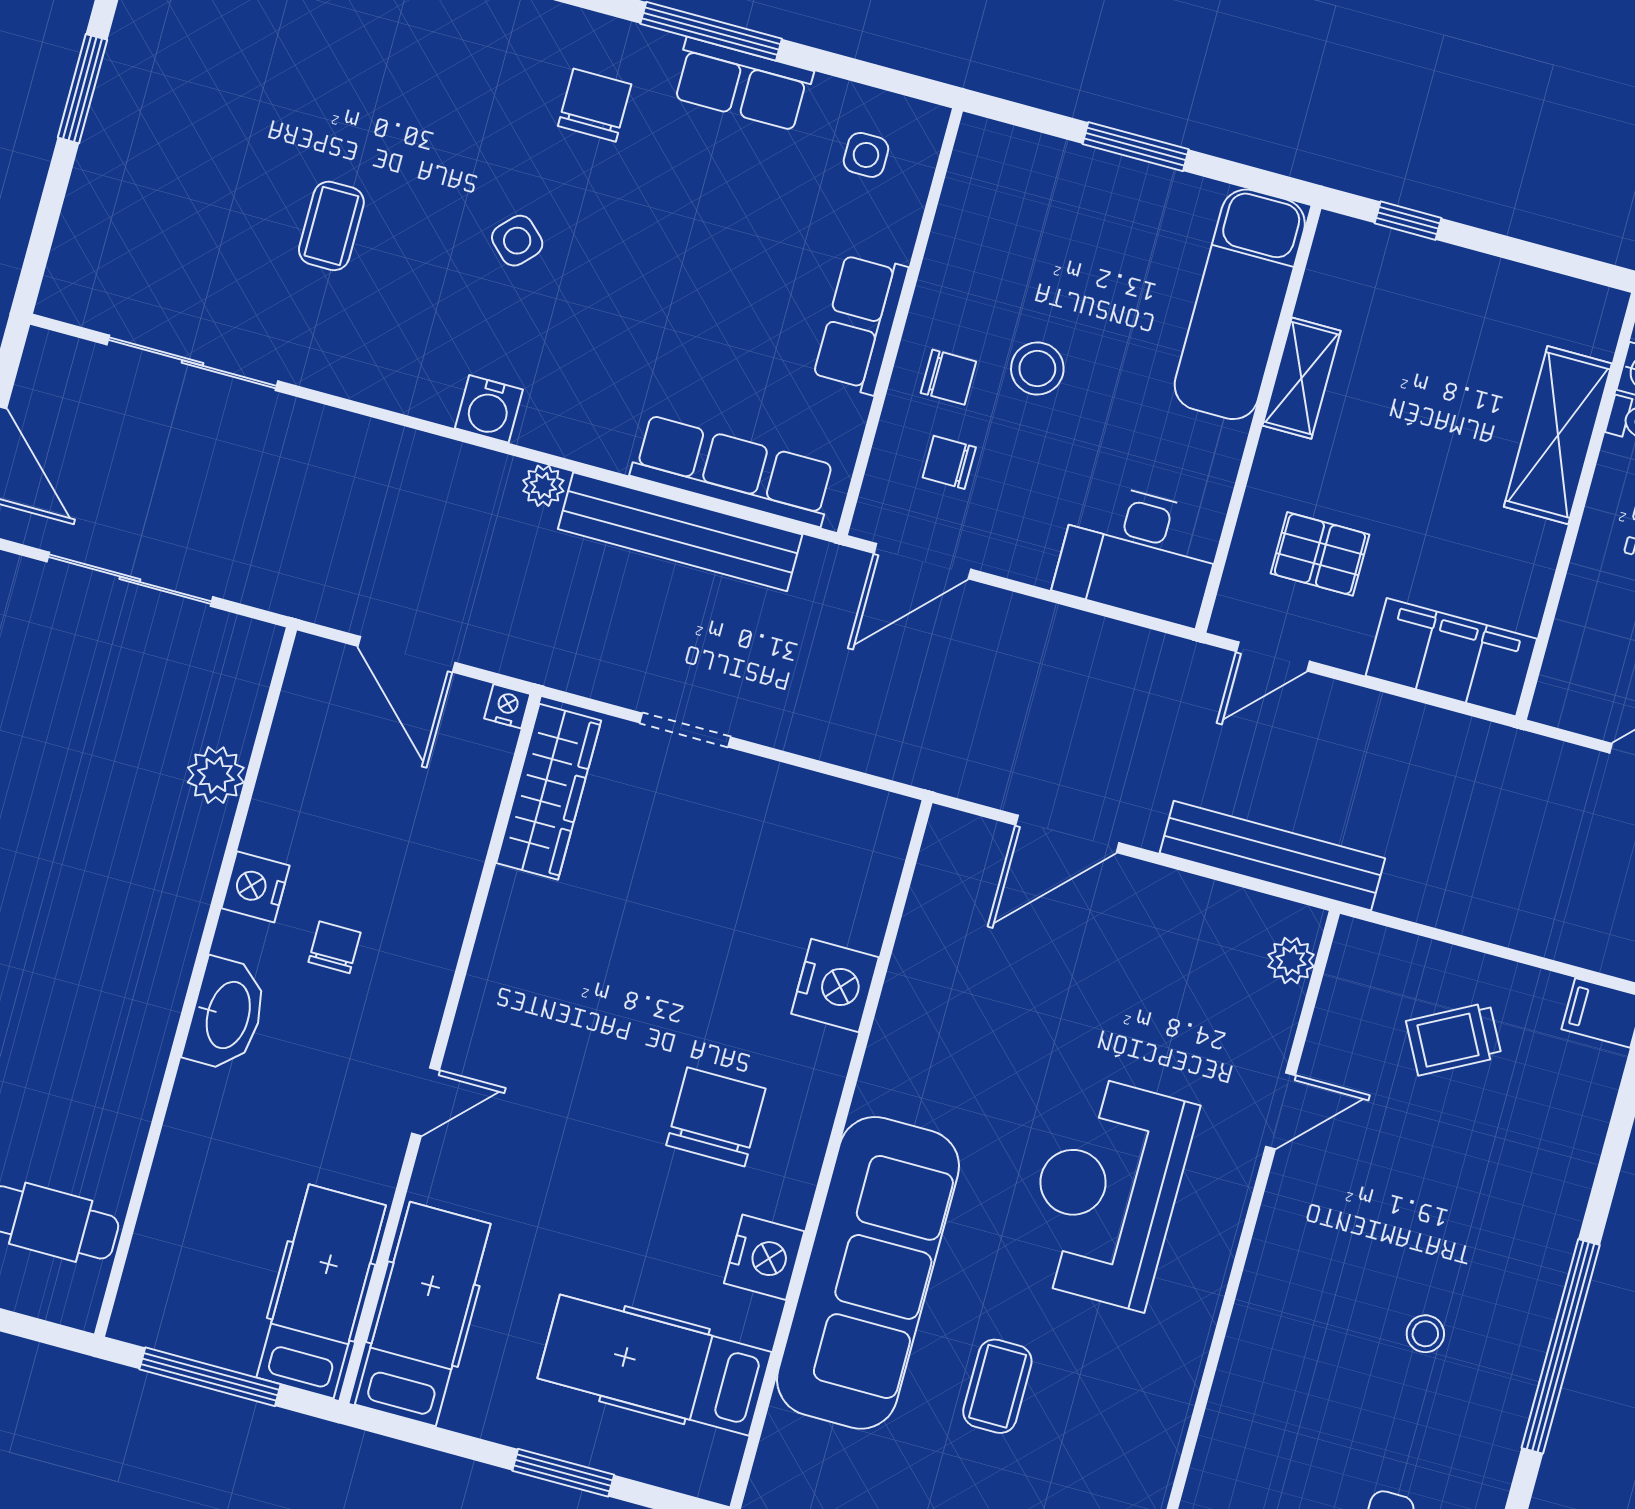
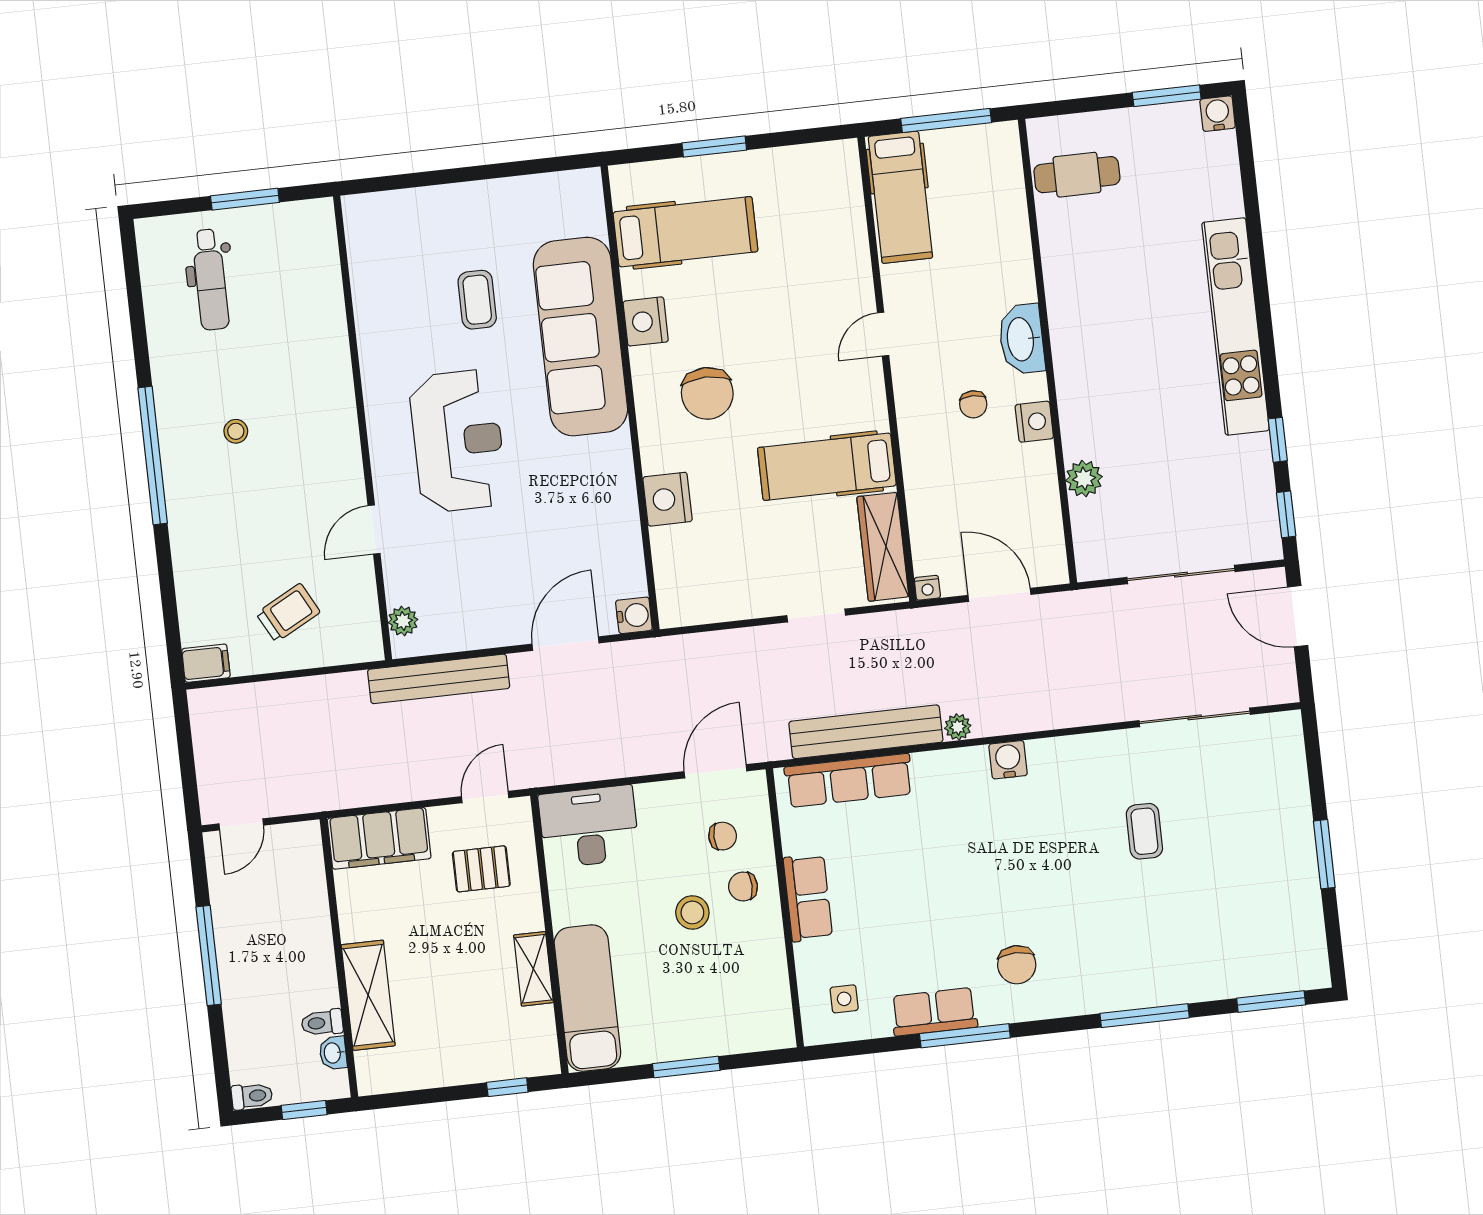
side table: (517, 241) -> (1031, 866), removed
water cooler: (951, 835) -> (634, 615), added
hospital bed: (423, 1314) -> (827, 467), moved, turned 90

